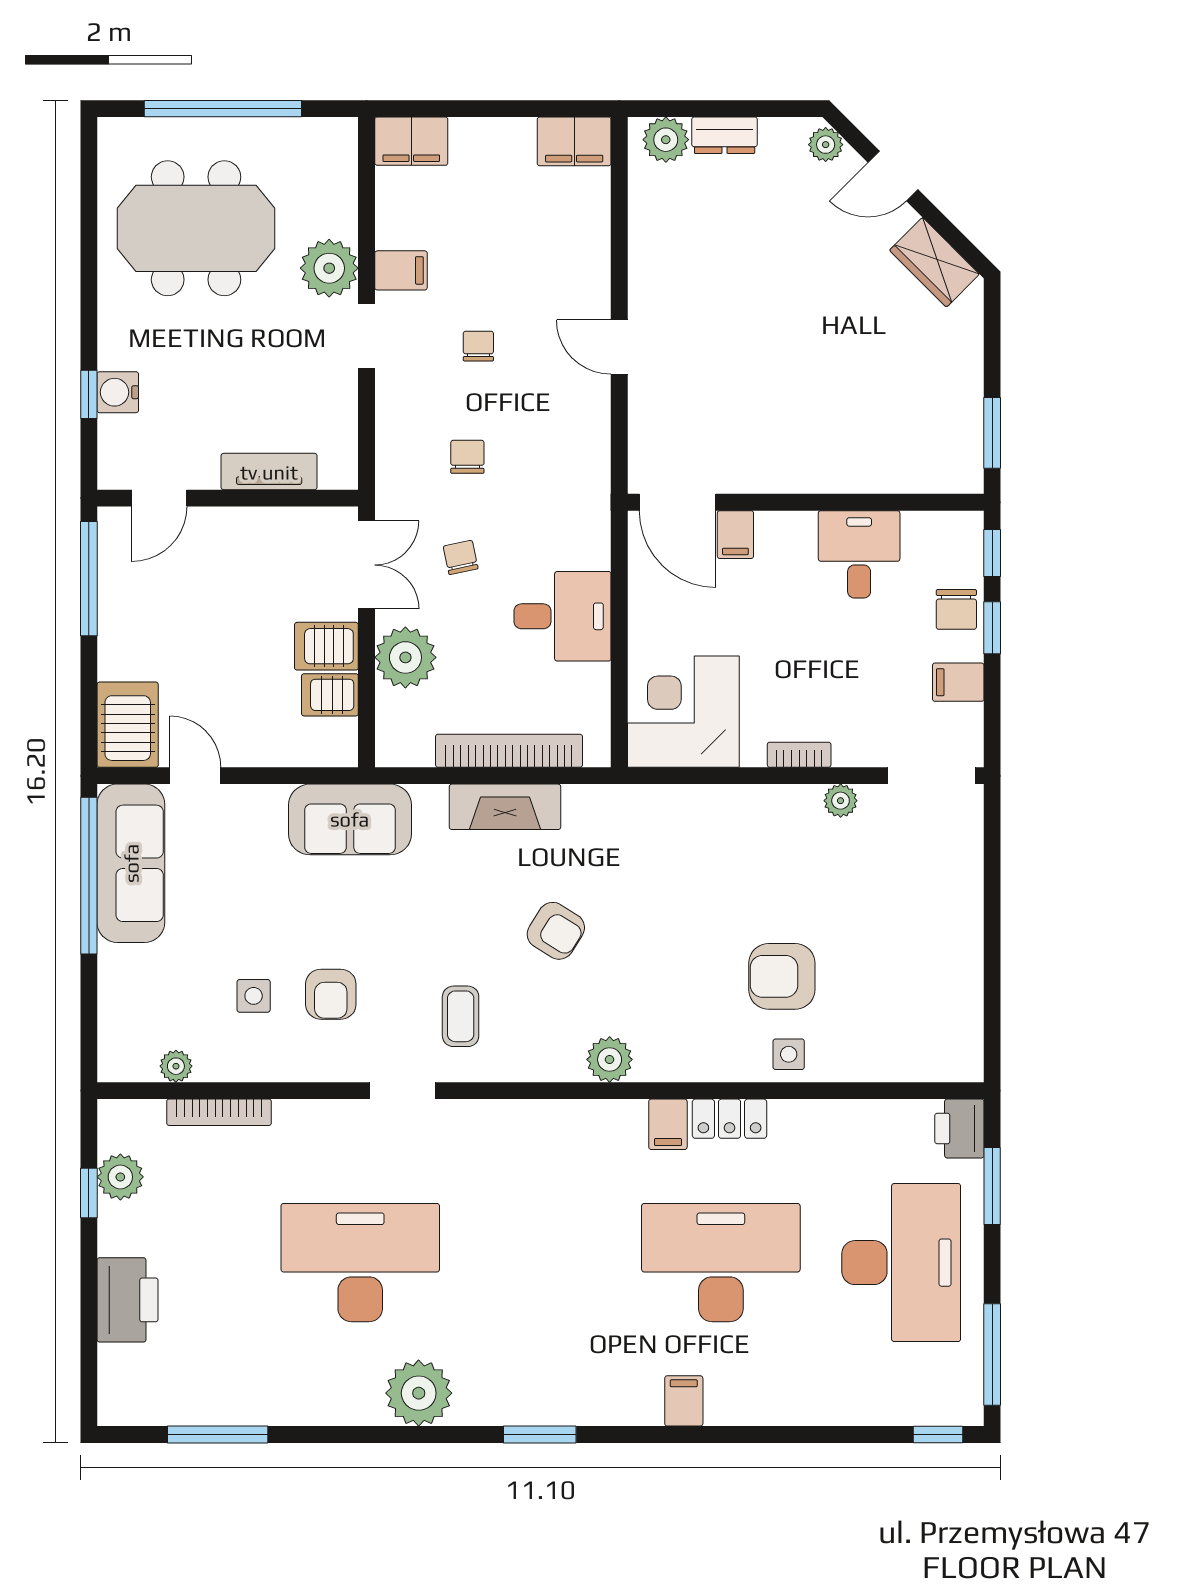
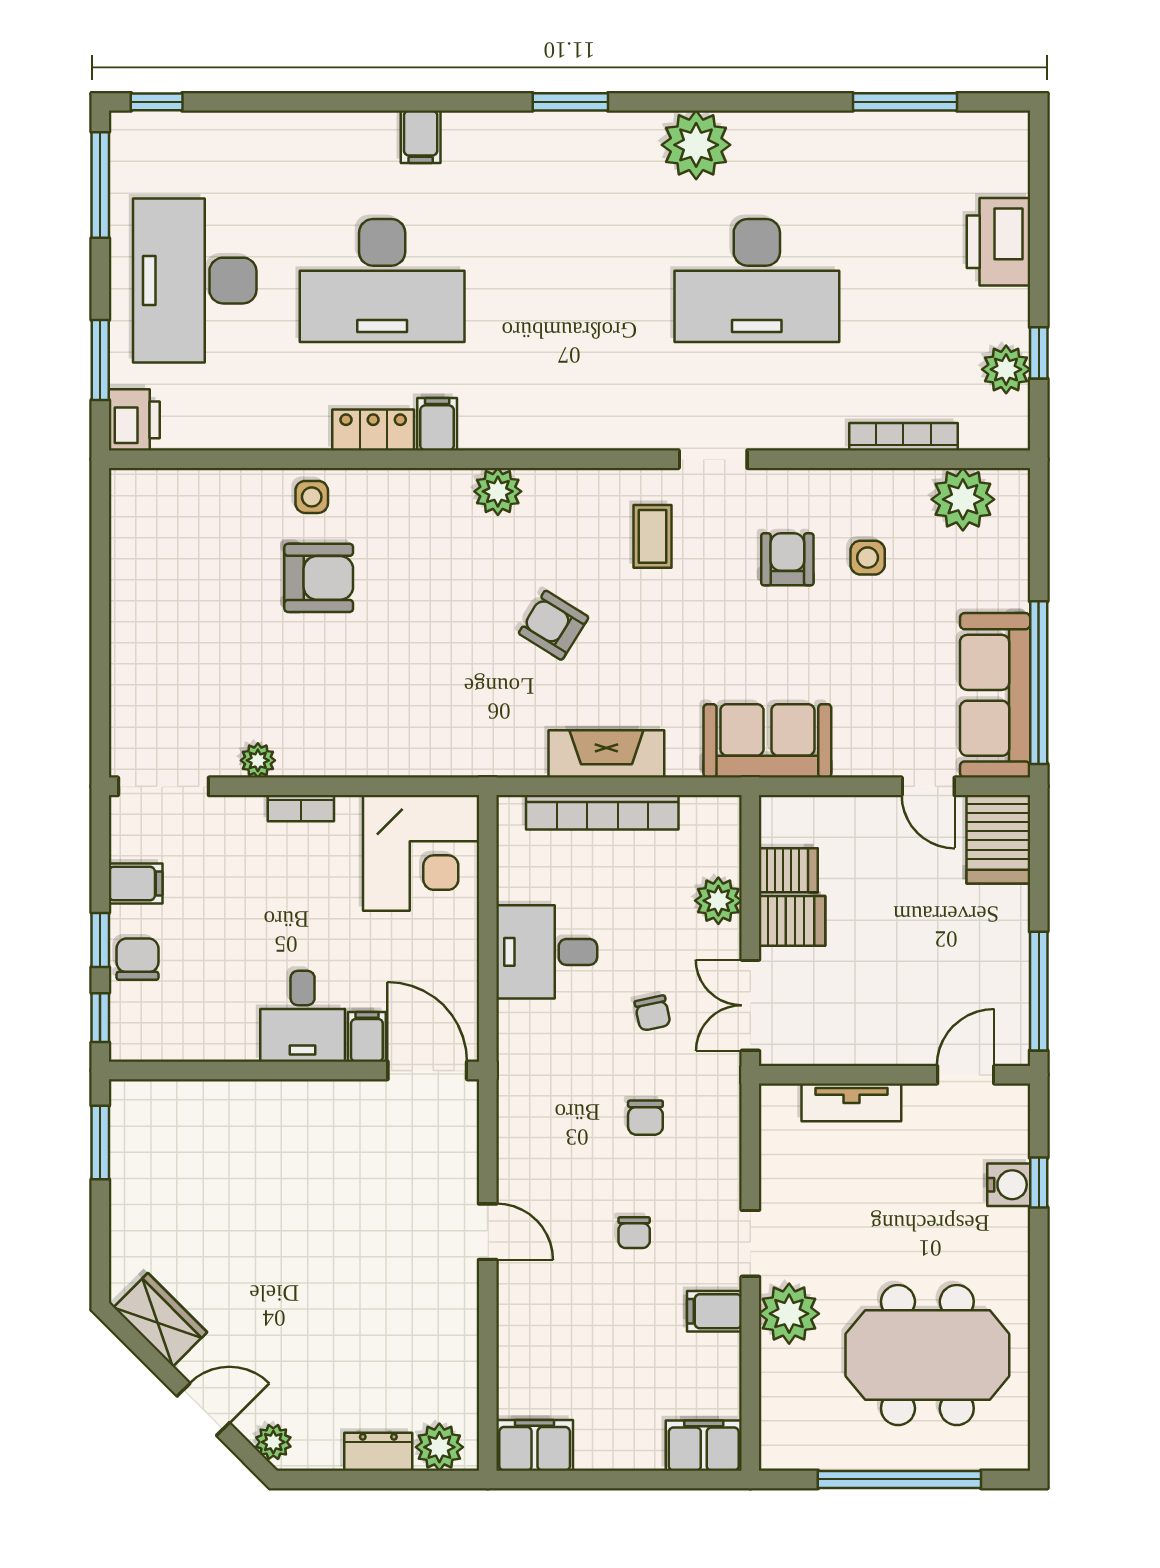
desk: (859, 554) -> (303, 1016), moved
plant: (405, 657) -> (718, 901), width x0.73, depth x0.73
plant: (176, 1066) -> (963, 499), width x1.87, depth x1.87

